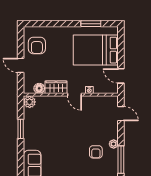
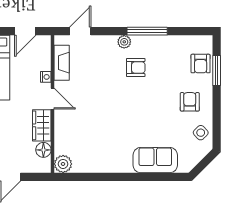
door: (74, 95) -> (53, 99), hinge flipped
fireplace: (99, 101) -> (62, 63), added
window: (21, 129) -> (102, 177), removed

